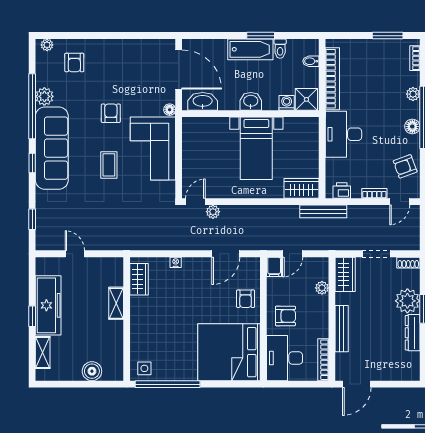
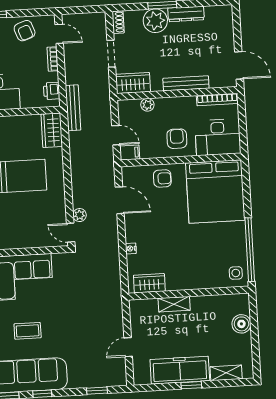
coffee table: (109, 165) -> (28, 331), moved

